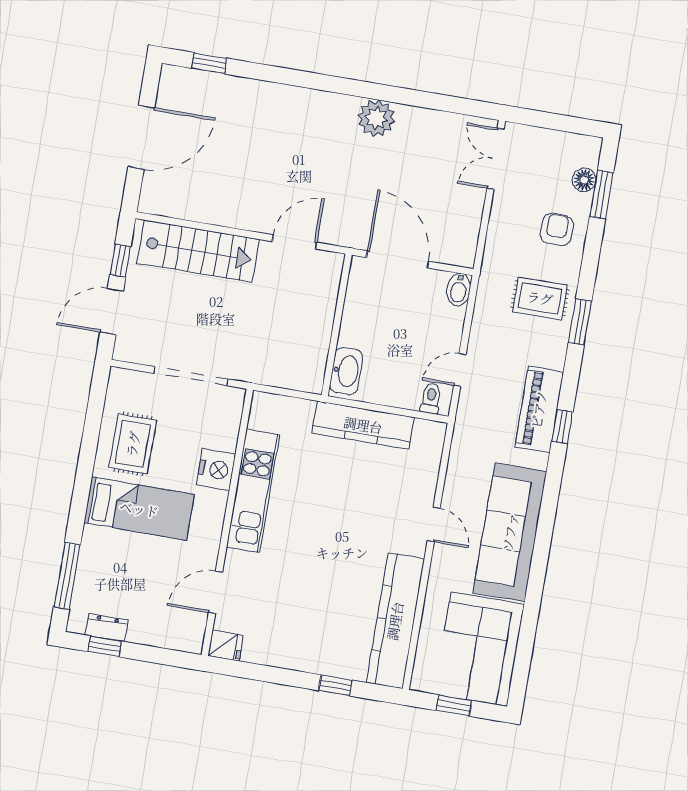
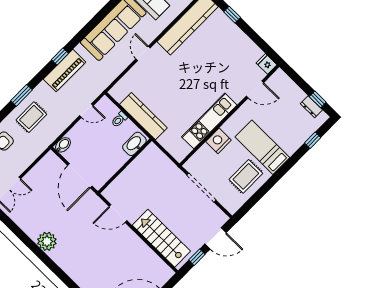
rug: (540, 298) -> (31, 117), turned 90
toilet: (431, 398) -> (119, 119), moved
window: (67, 576) -> (313, 140), width x0.46

